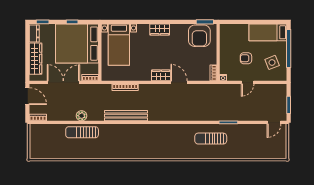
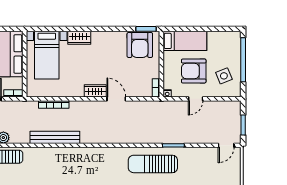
wardrobe: (160, 30) -> (79, 38), moved
bed: (268, 32) -> (185, 41), moved, turned 180
armchair: (246, 58) -> (194, 71), width x1.88, depth x1.88
sun lounger: (211, 139) -> (153, 164), width x1.36, depth x1.34

